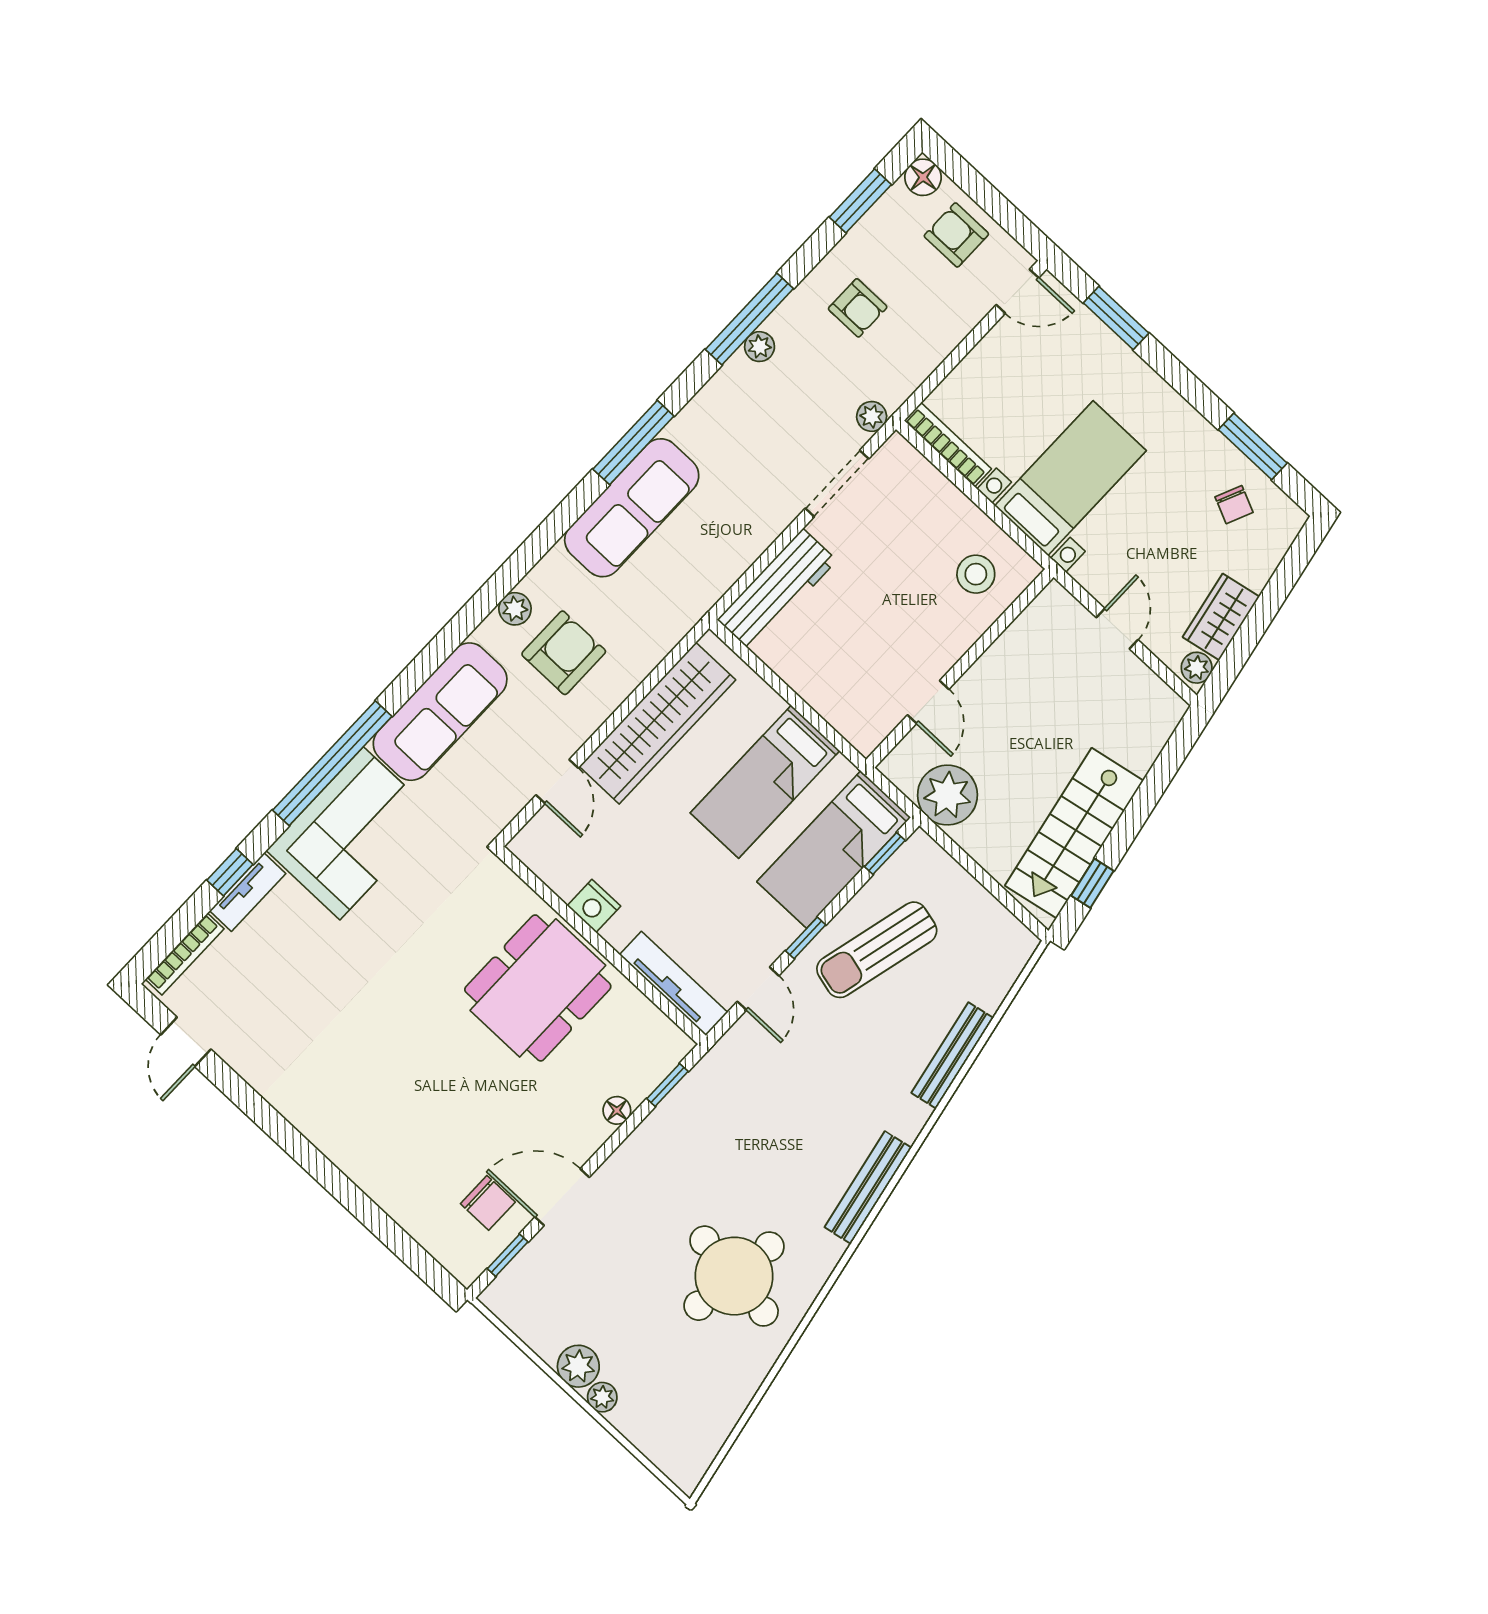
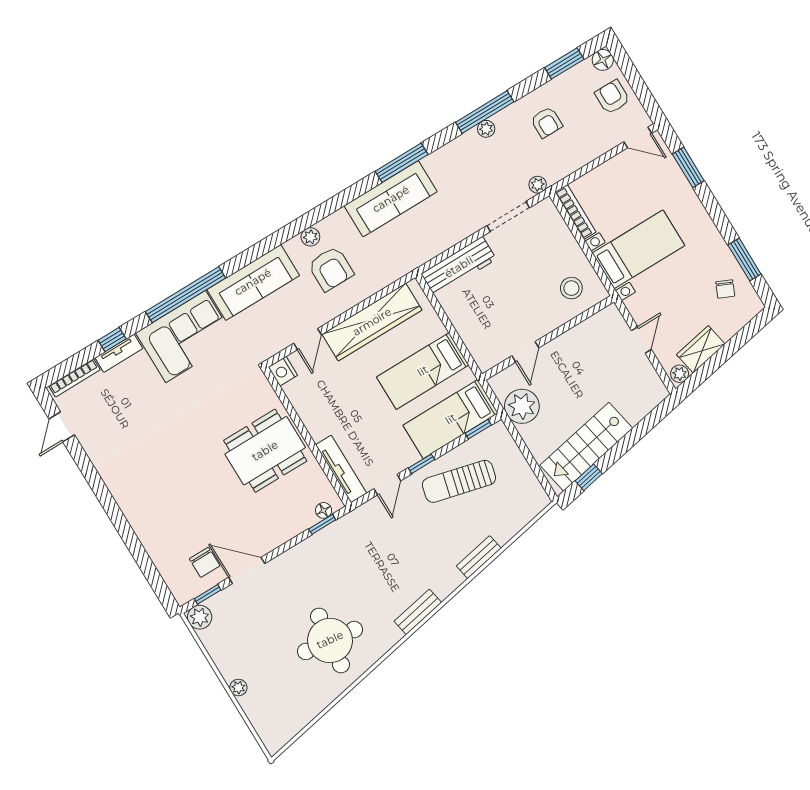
armchair: (564, 653) -> (331, 269), turned 90
nightstand: (594, 906) -> (283, 371), moved
bench: (952, 1055) -> (479, 557), width x0.73
floor lamp: (617, 1110) -> (324, 510), moved
bench: (868, 1188) -> (418, 612), width x0.73
plant: (578, 1366) -> (200, 617), moved

